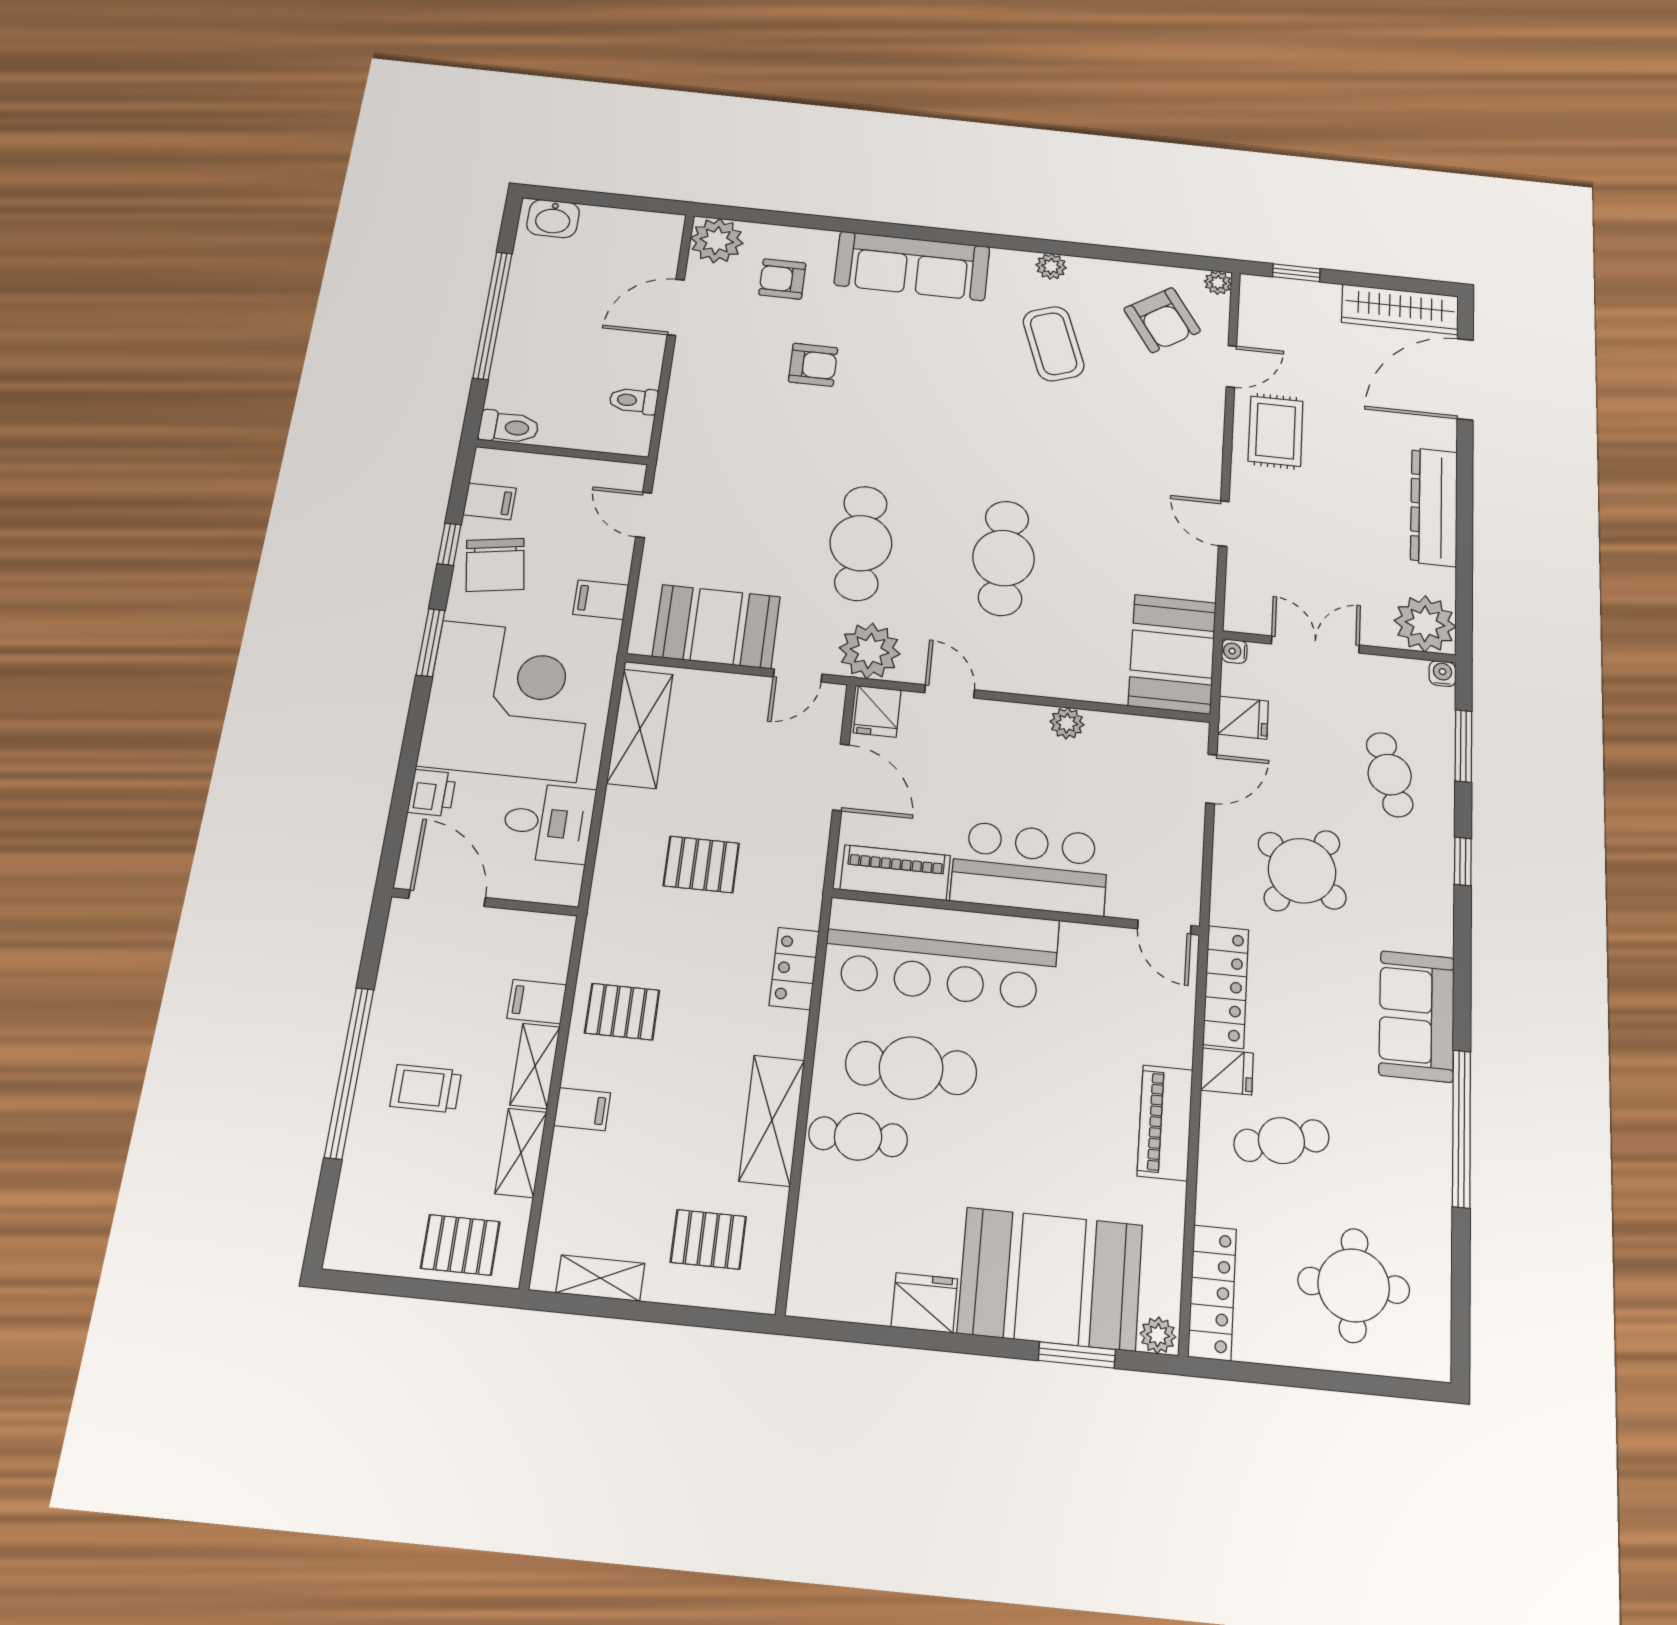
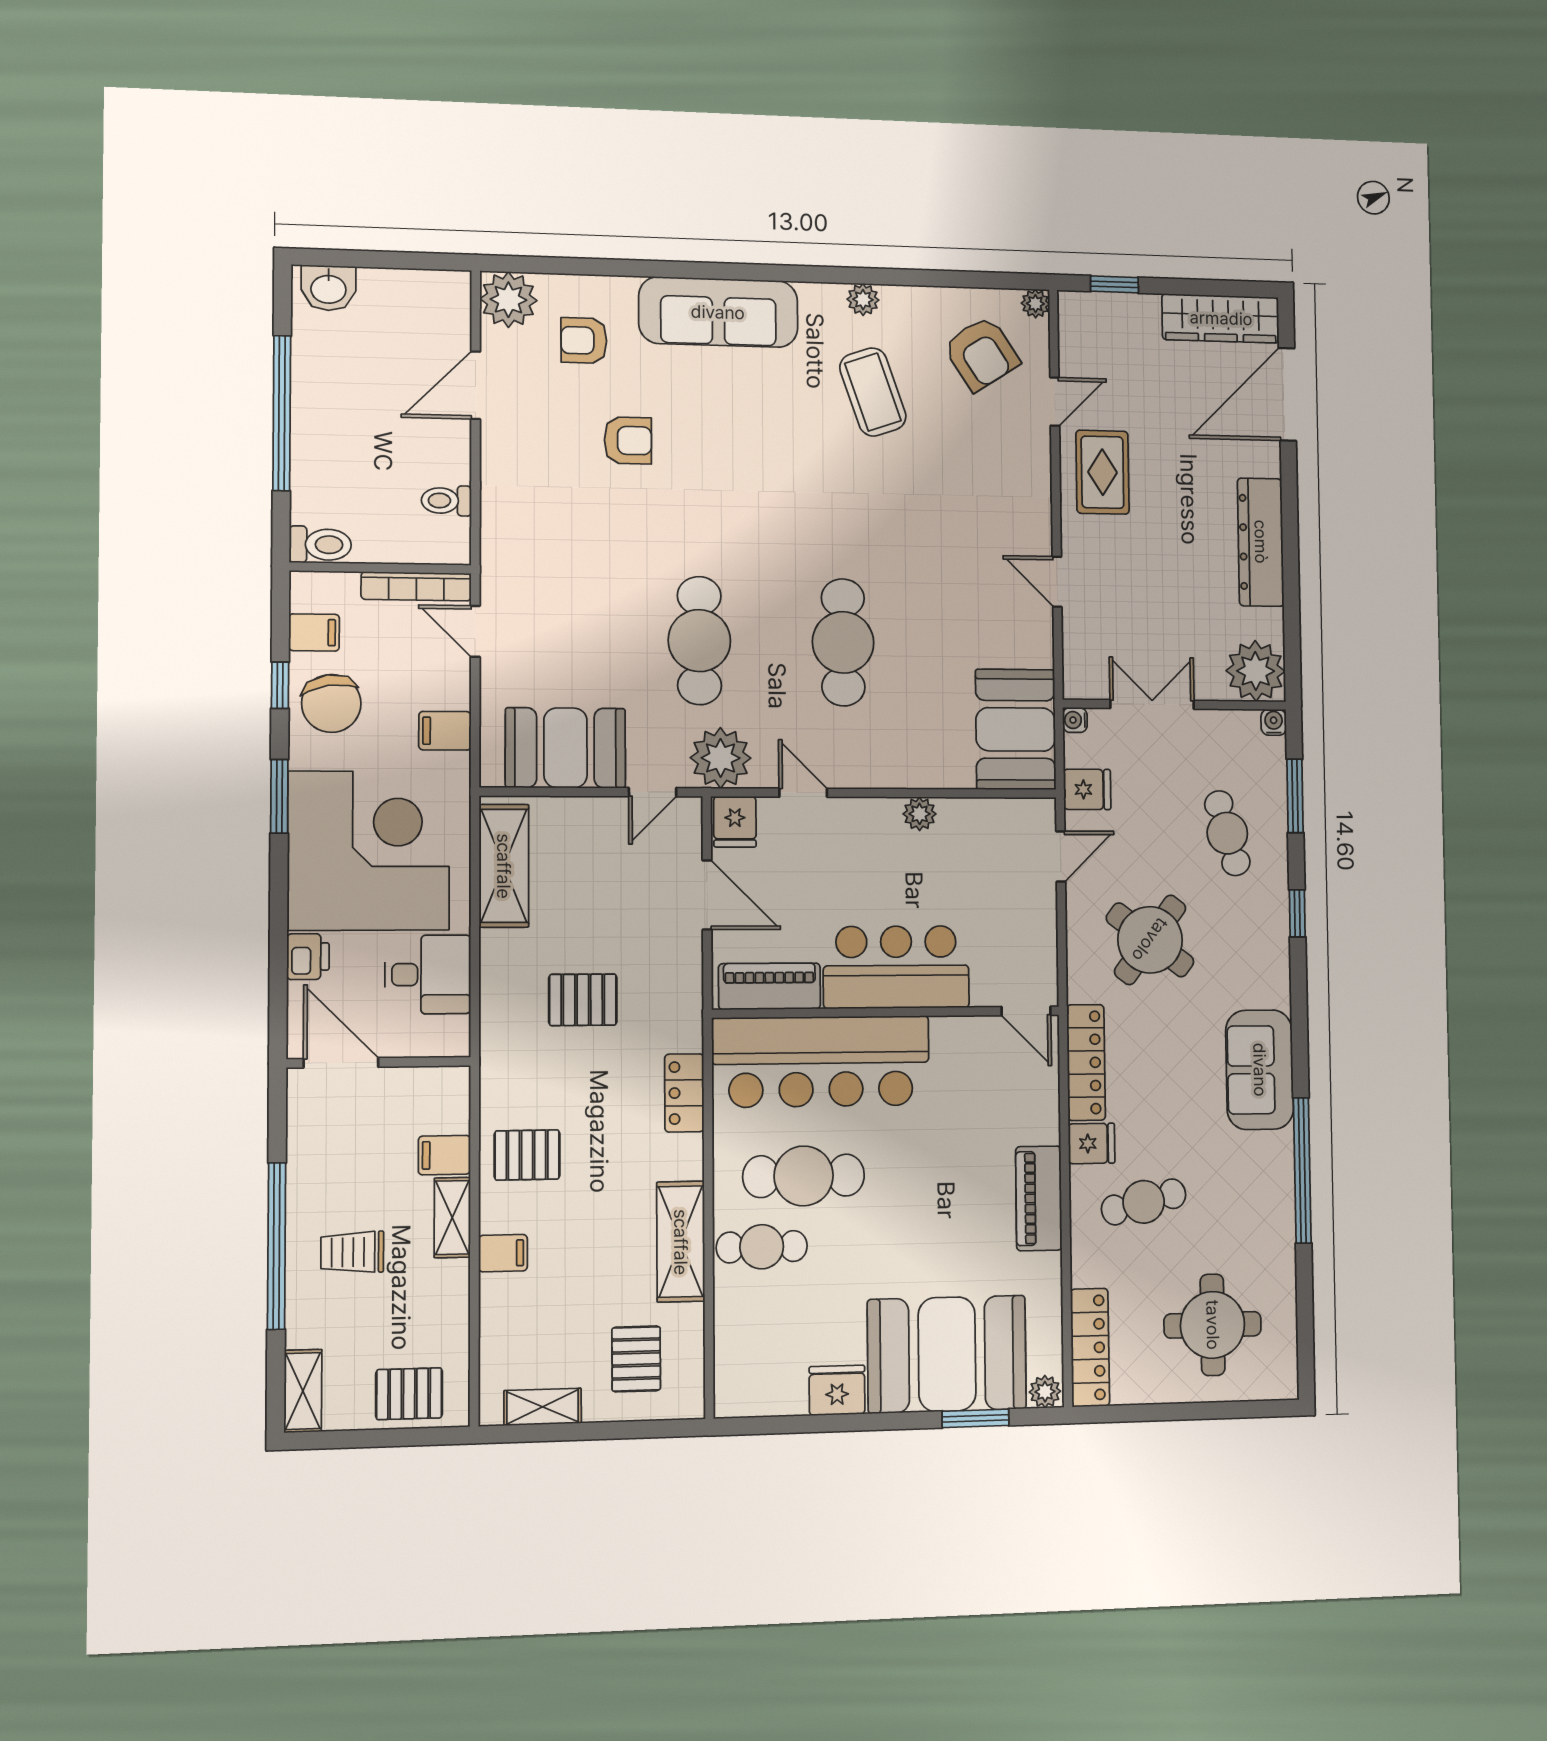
bookcase: (593, 471) -> (416, 586), added
shelving: (521, 1153) -> (303, 1391), moved
pallet: (708, 1239) -> (636, 1359), turned 90

